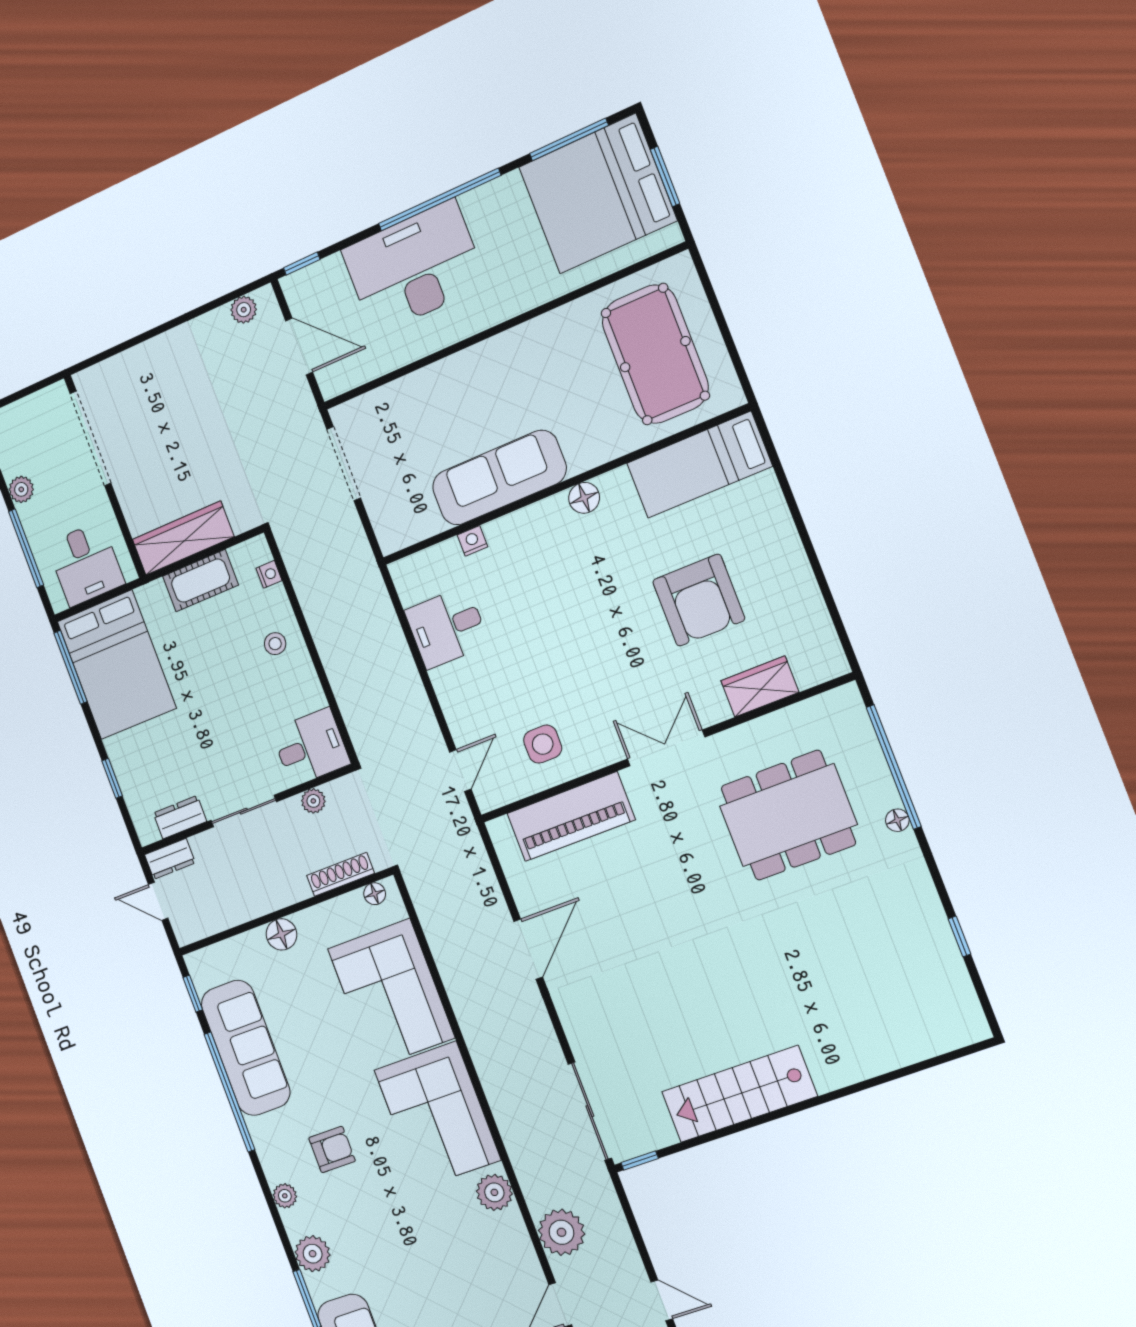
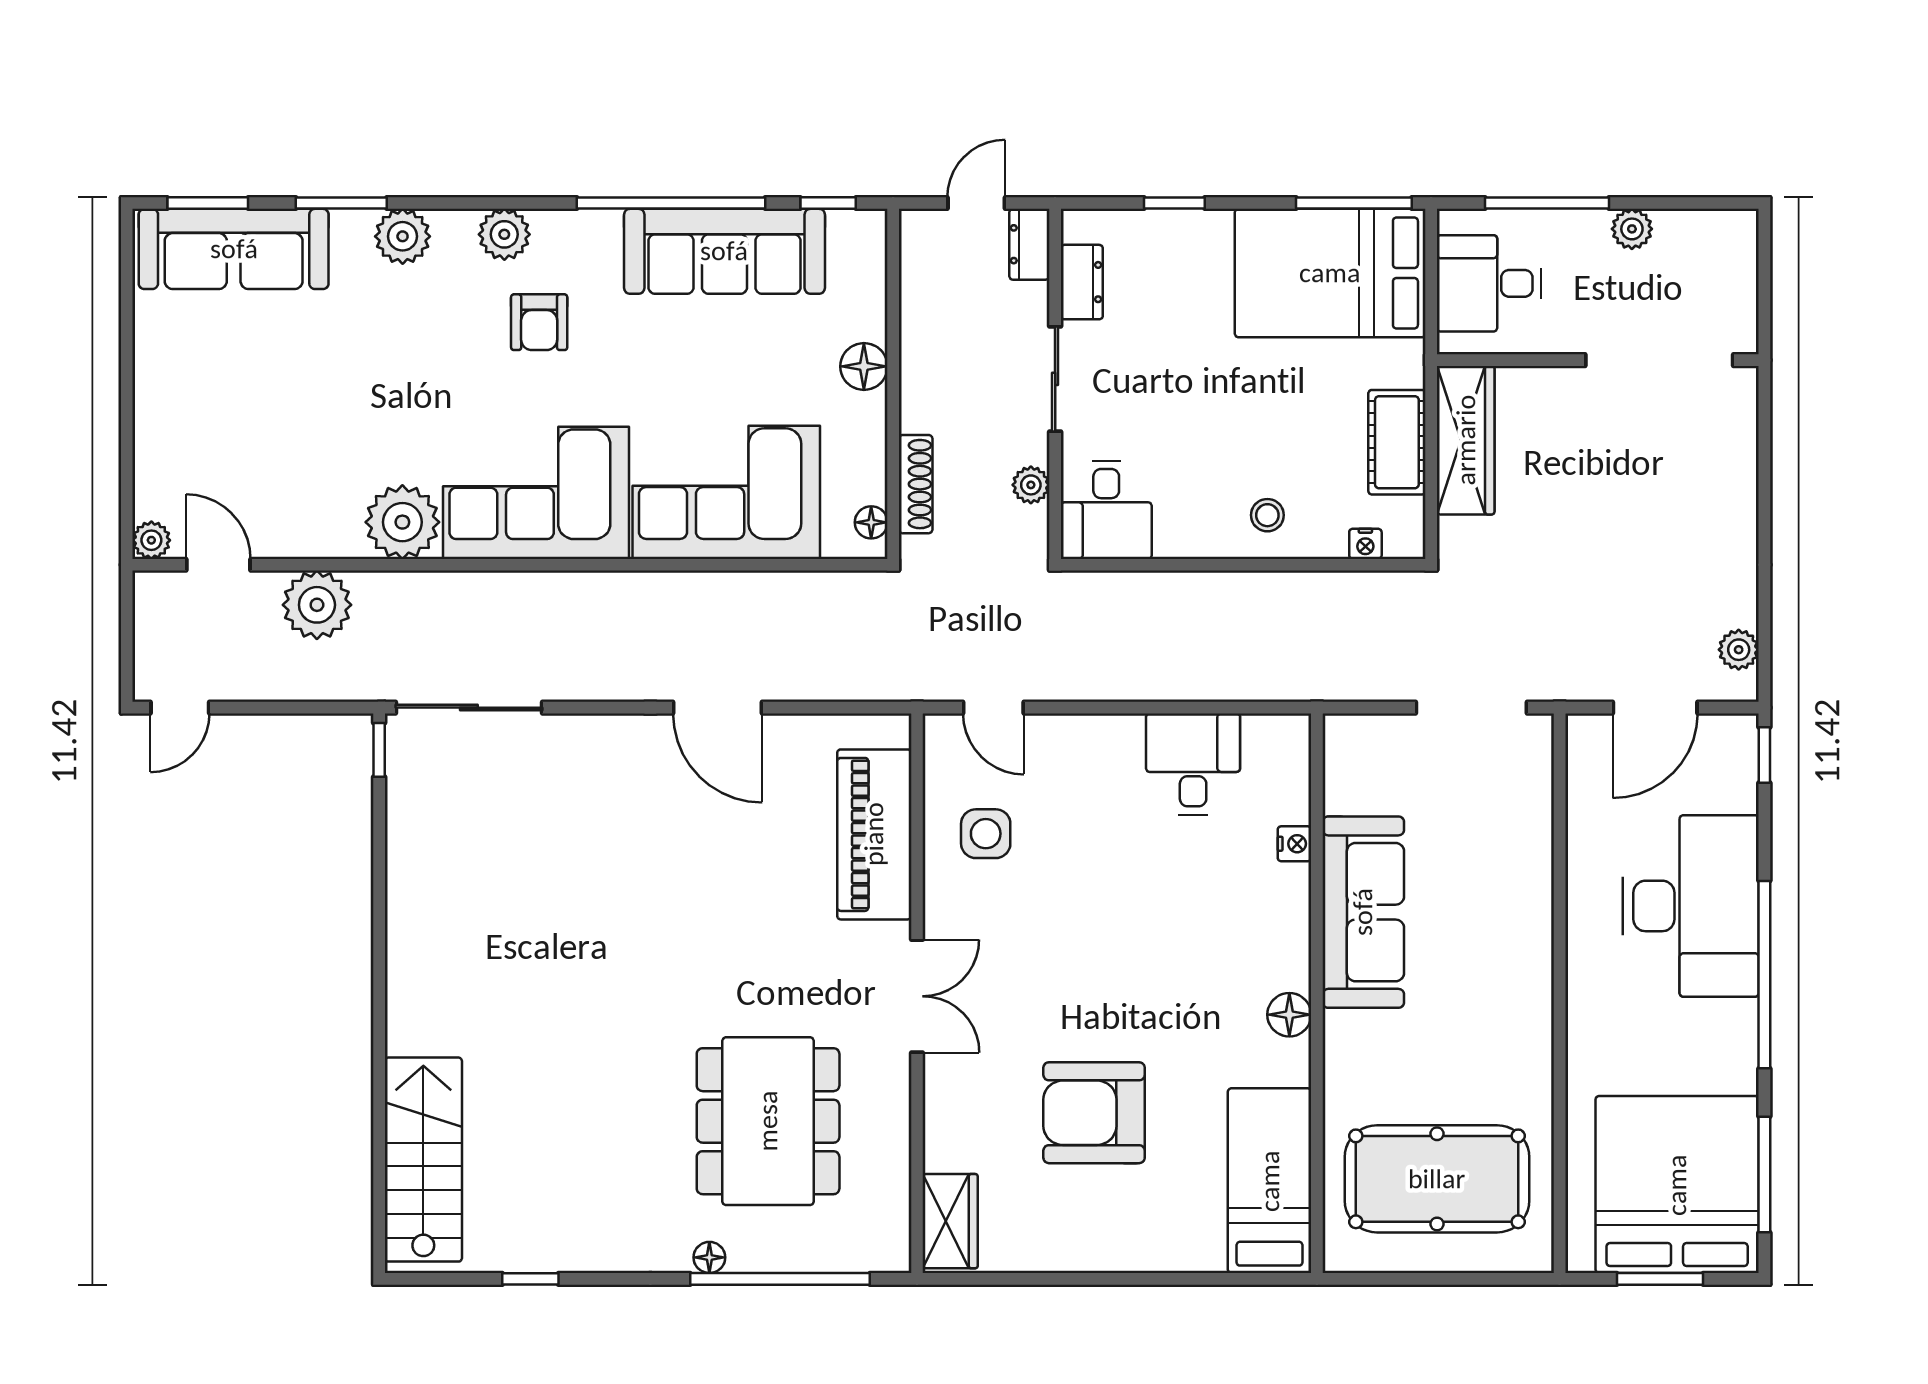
wardrobe: (760, 686) -> (950, 1221), moved
stairs: (739, 1094) -> (423, 1160), moved
plant: (494, 1192) -> (402, 522), width x1.36, depth x1.36
plant: (285, 1196) -> (504, 234), width x1.38, depth x1.38

